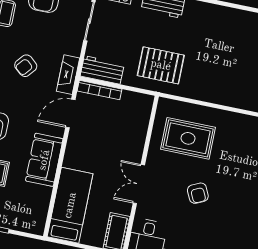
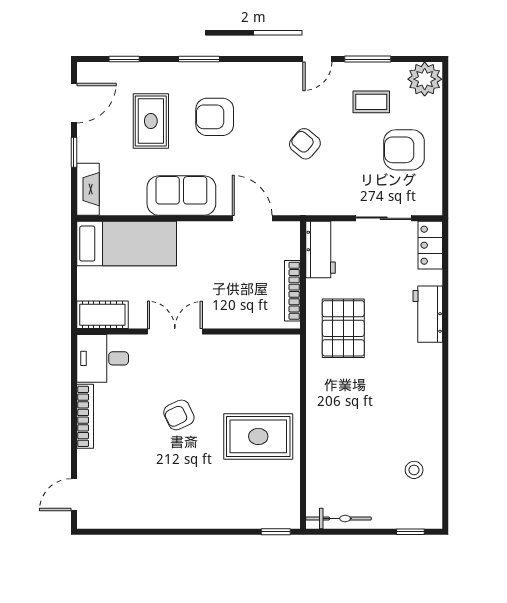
fireplace: (68, 75) -> (88, 189), moved, turned 90
bookcase: (100, 90) -> (292, 291), moved
rug: (188, 138) -> (258, 436), moved, turned 90

